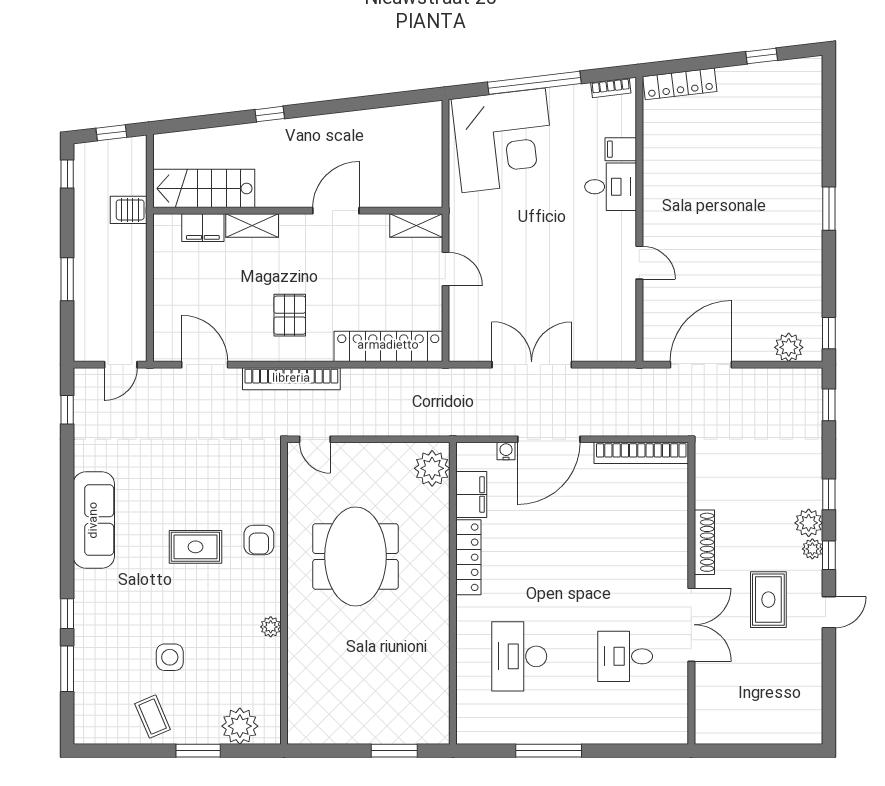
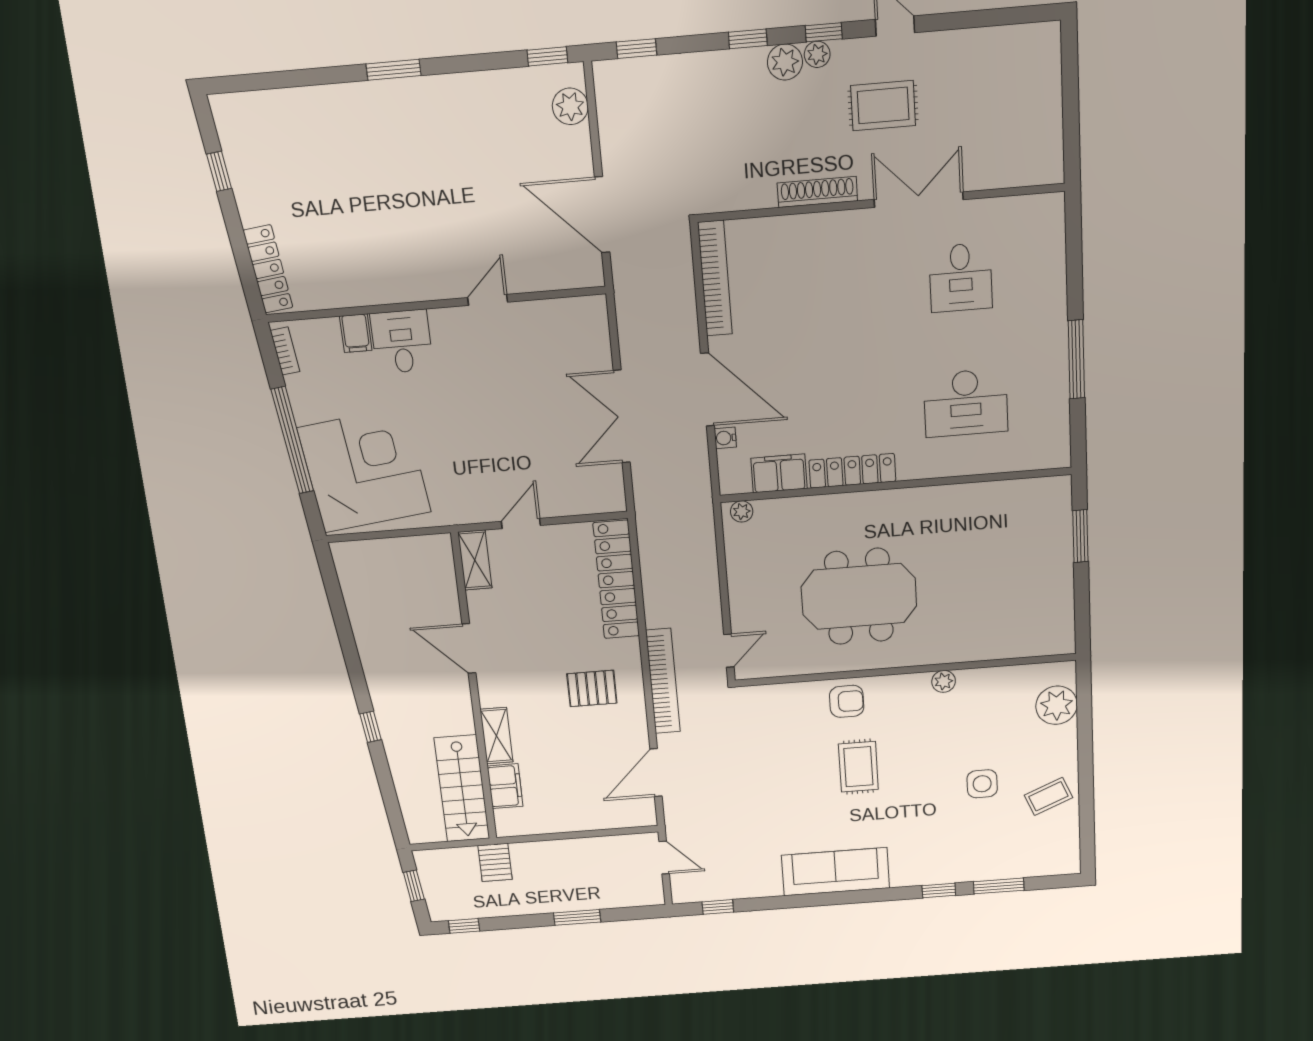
plant: (432, 468) -> (742, 511), width x0.53, depth x0.53
window: (198, 751) -> (1085, 747), removed

